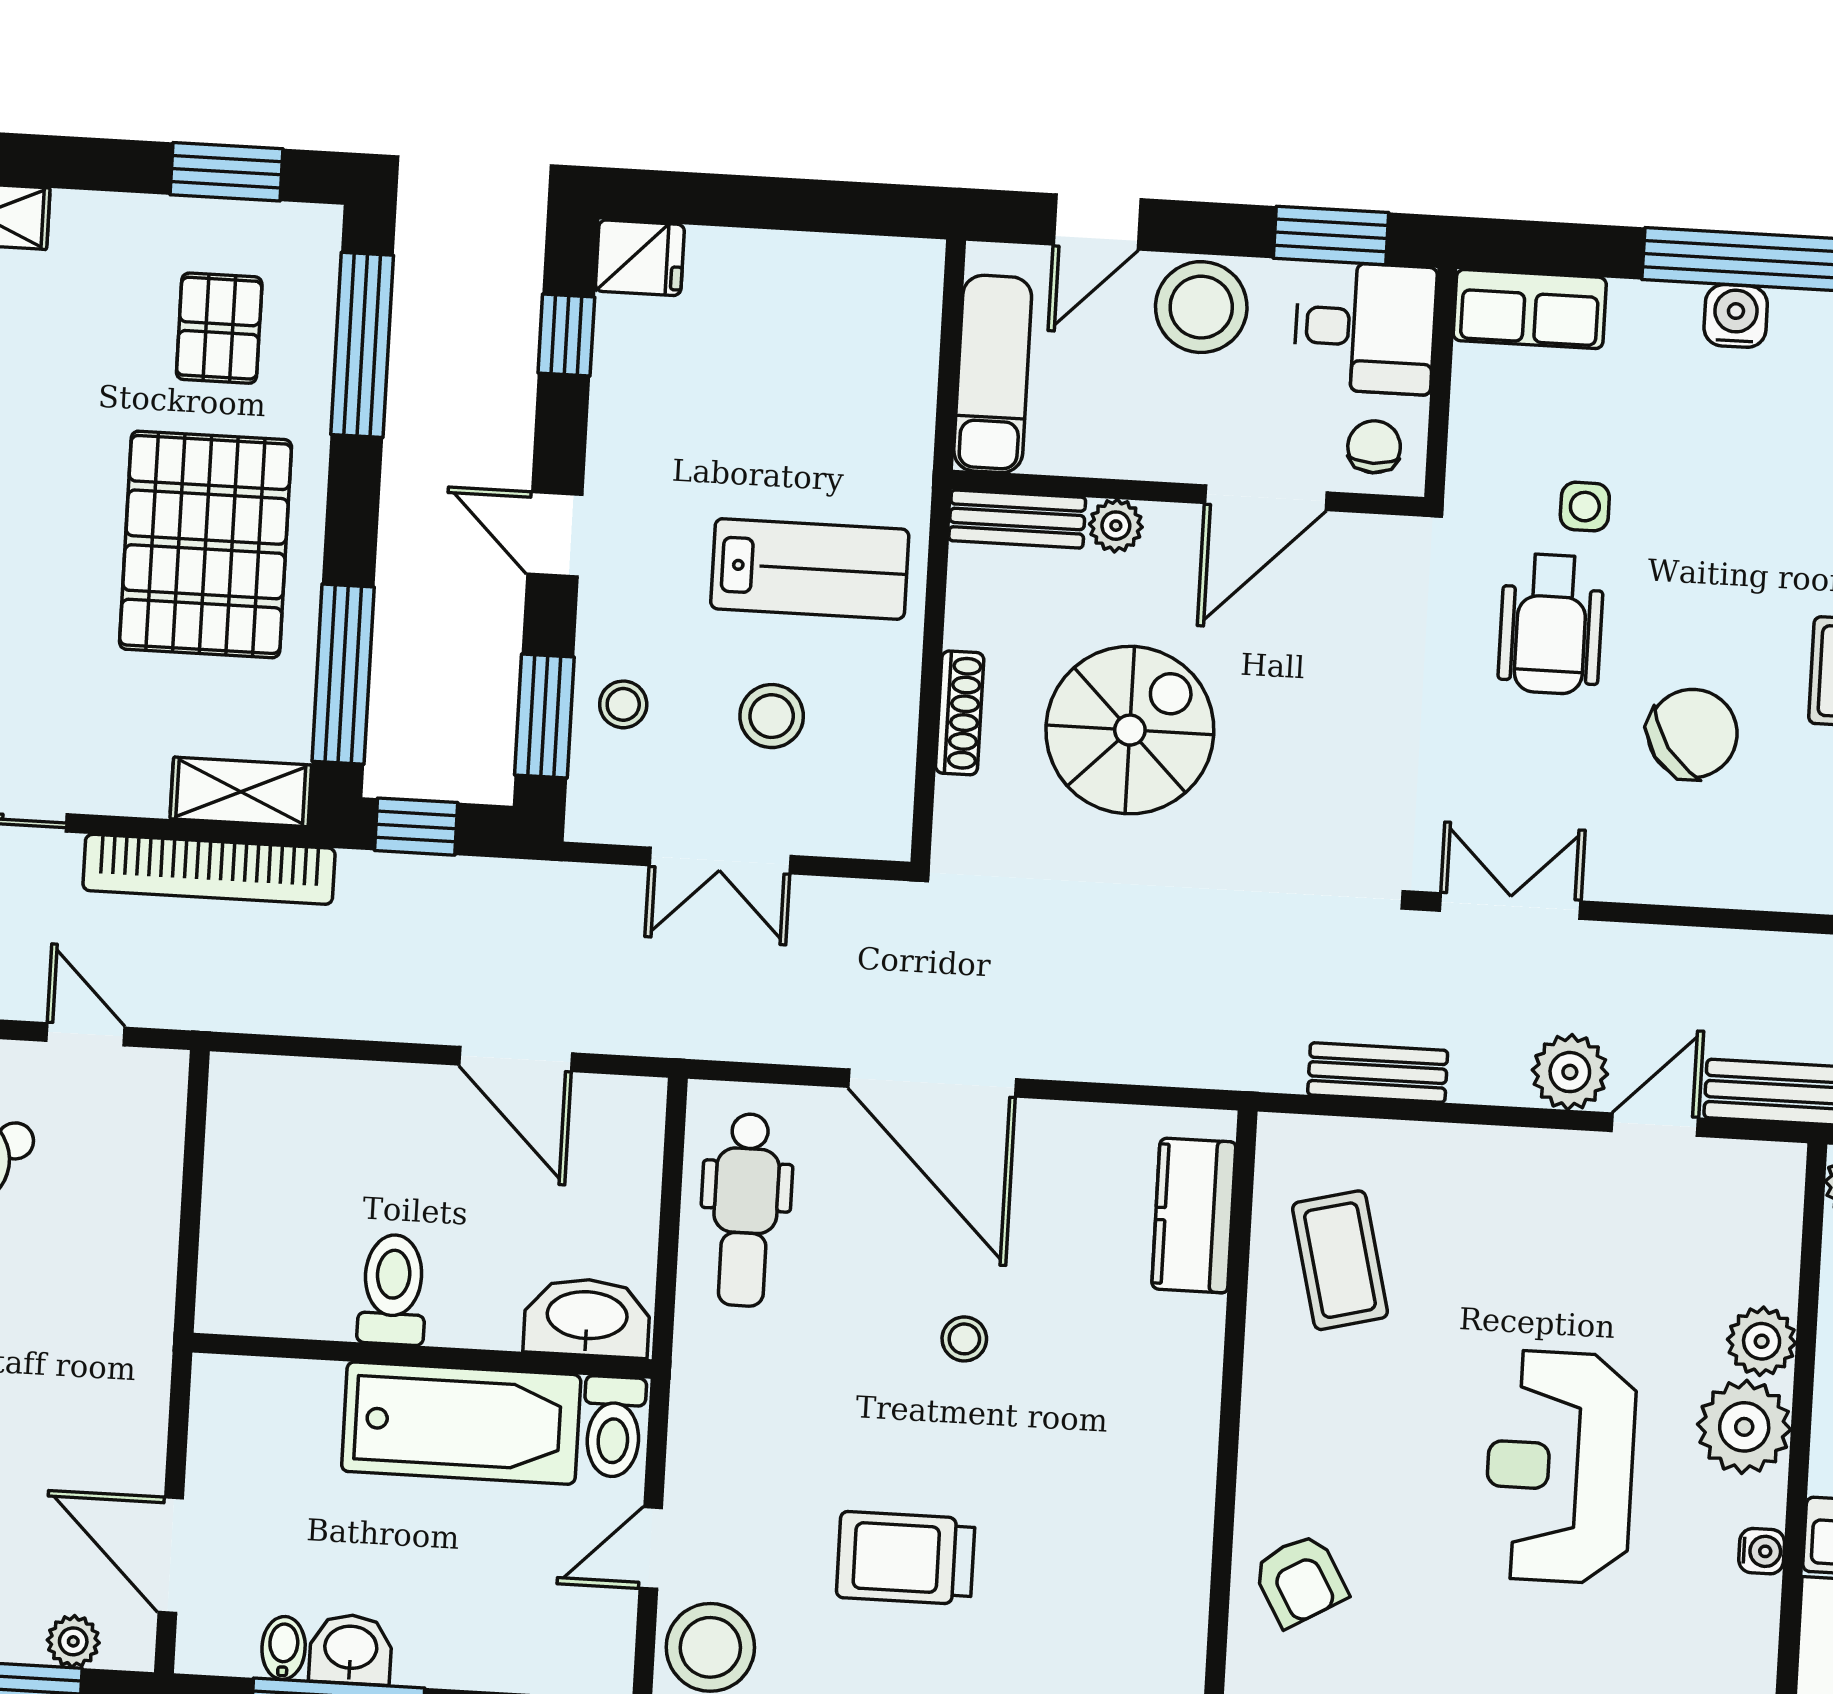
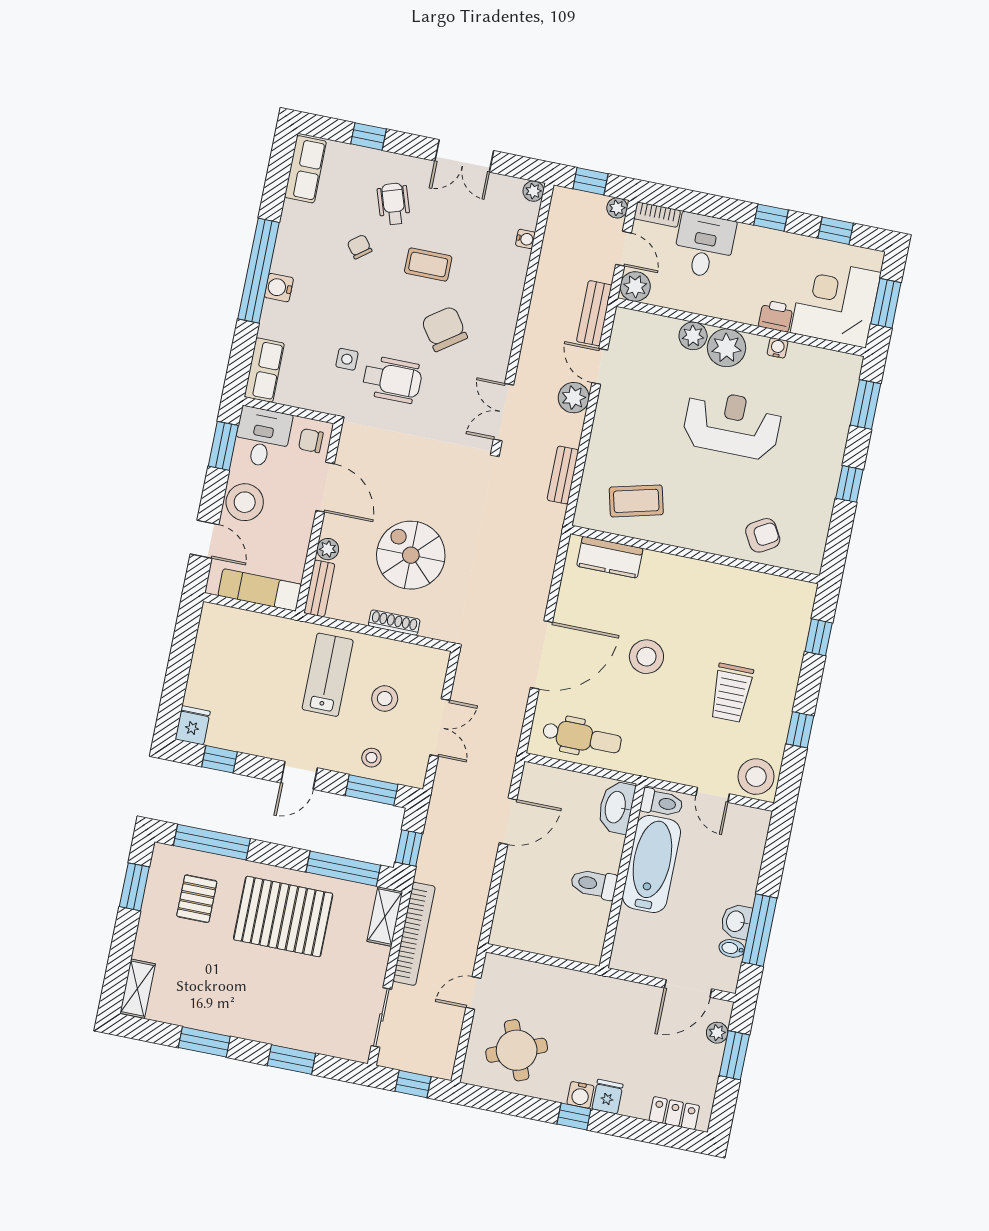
pallet: (219, 328) -> (197, 899), turned 90
stool: (964, 1339) -> (646, 657), width x1.89, depth x1.89
reception desk: (1560, 1467) -> (732, 424), turned 180

